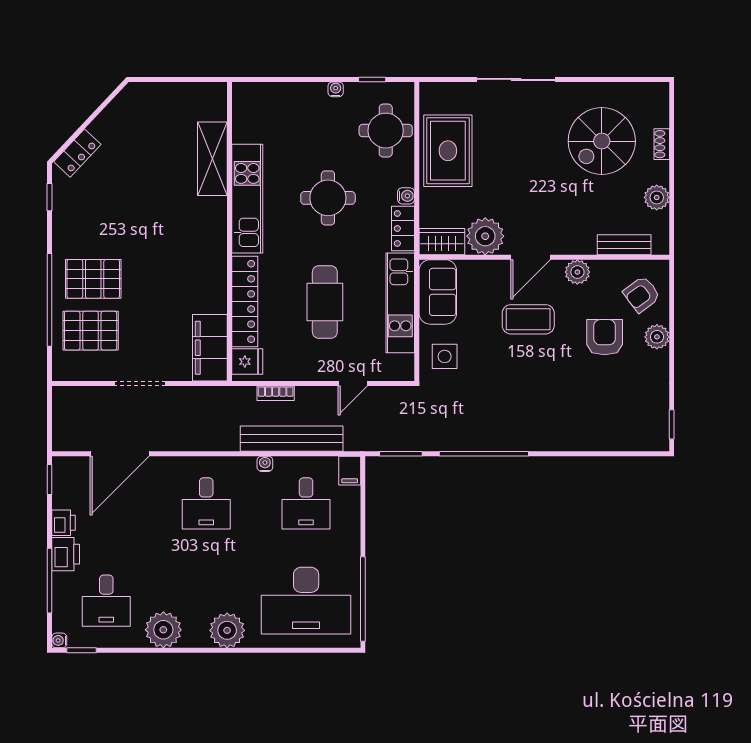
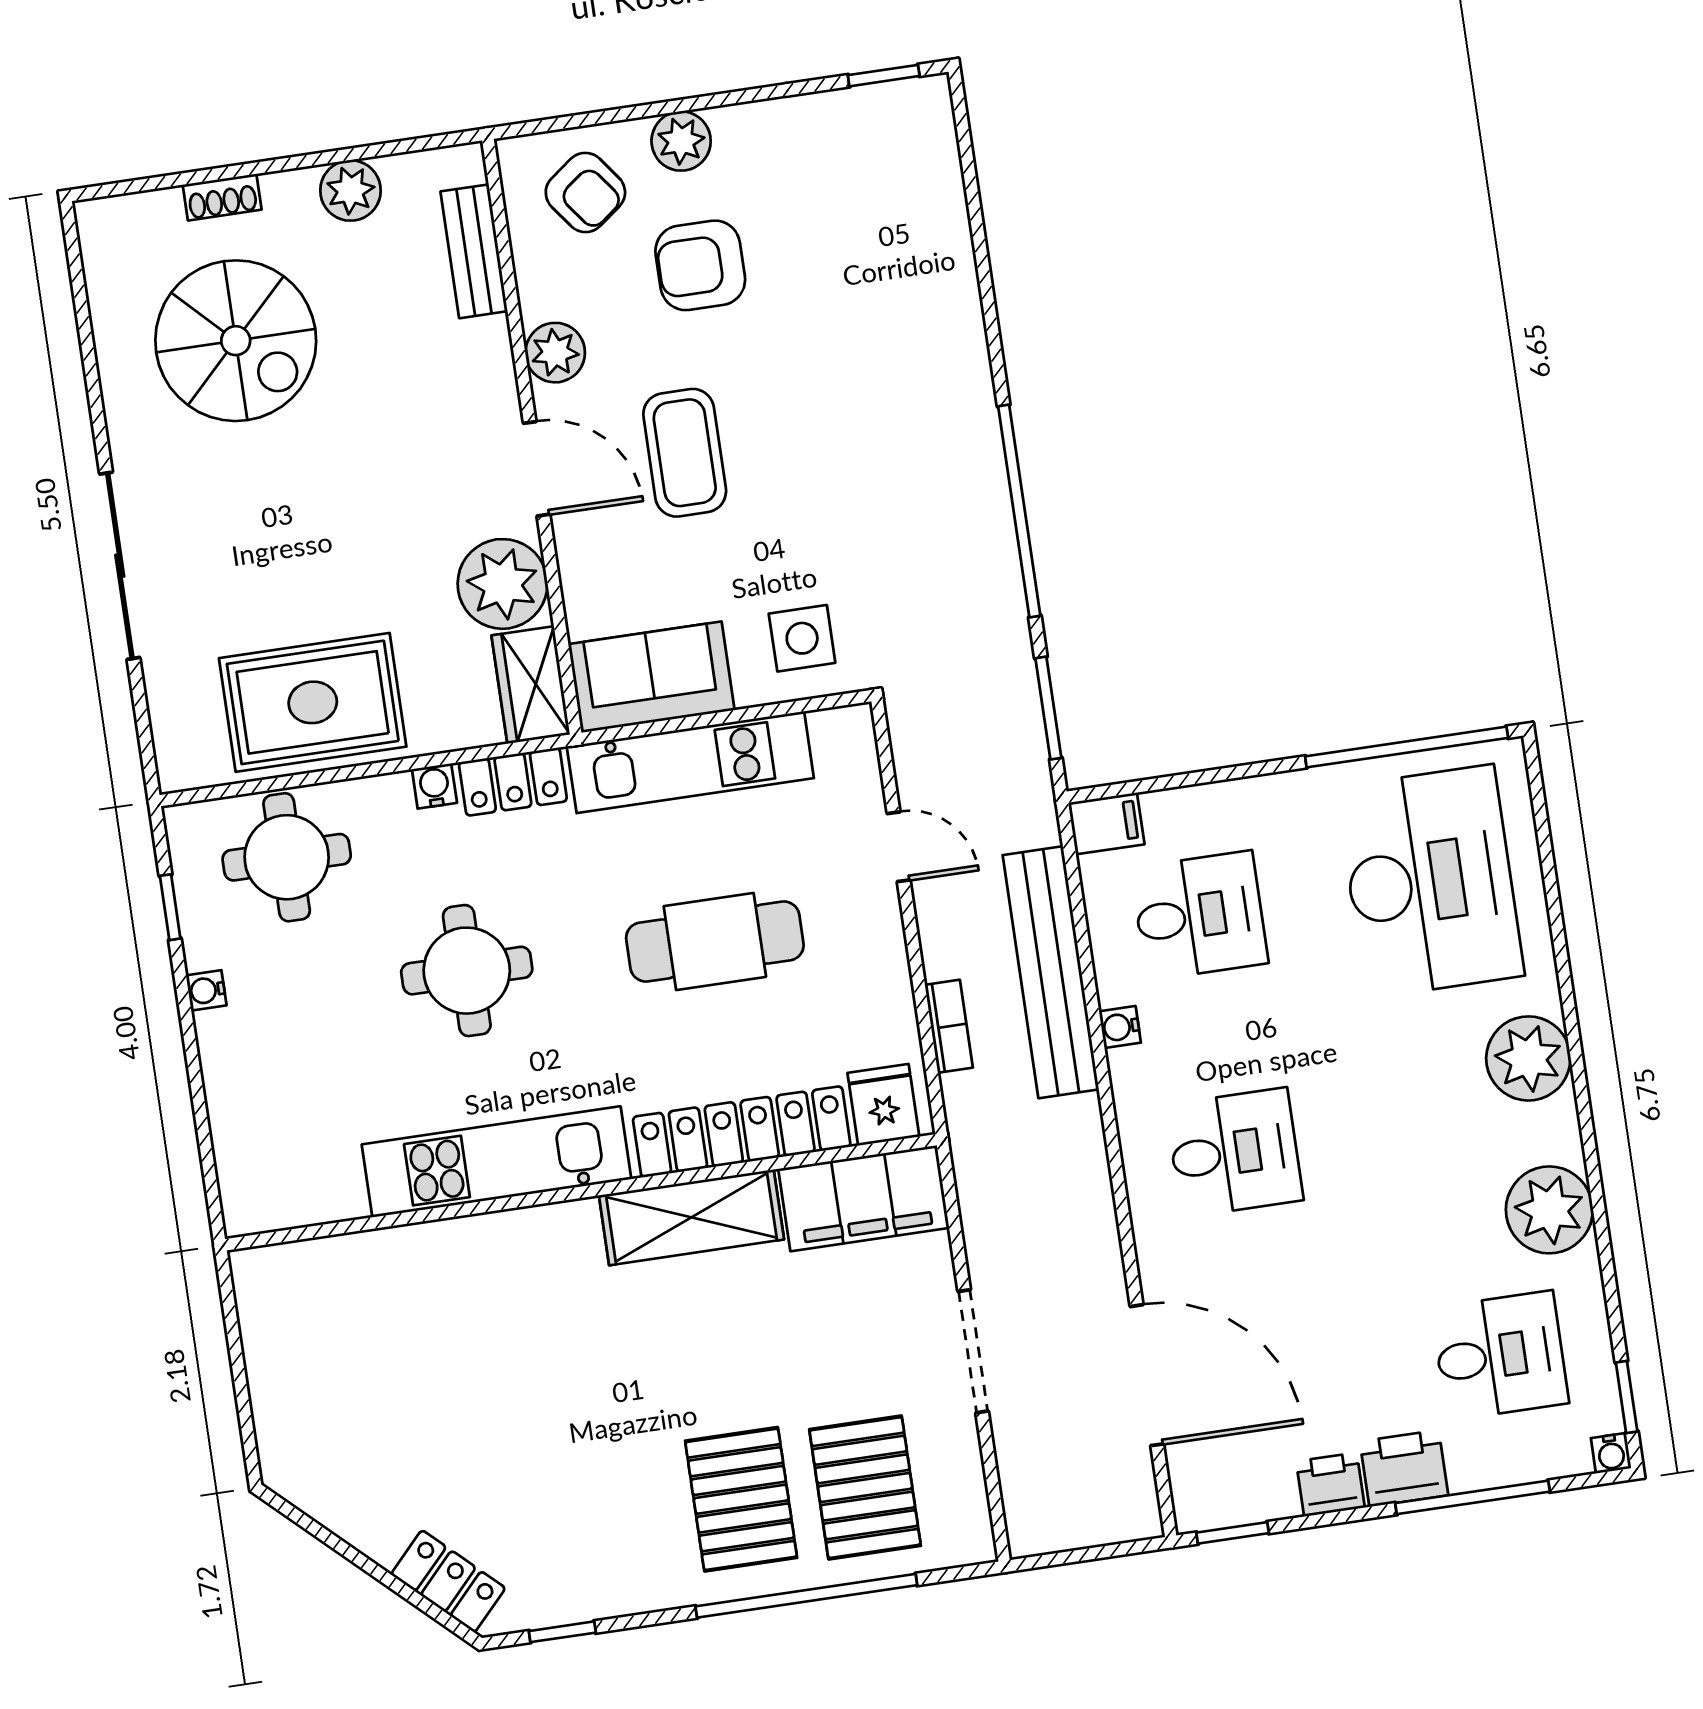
shelving: (212, 159) -> (691, 1217), moved

